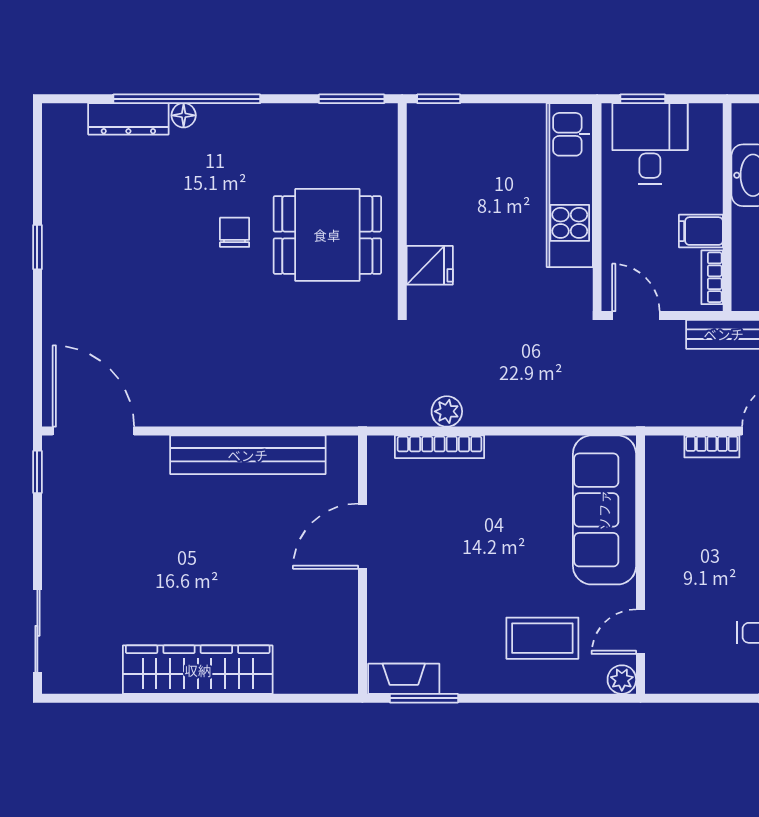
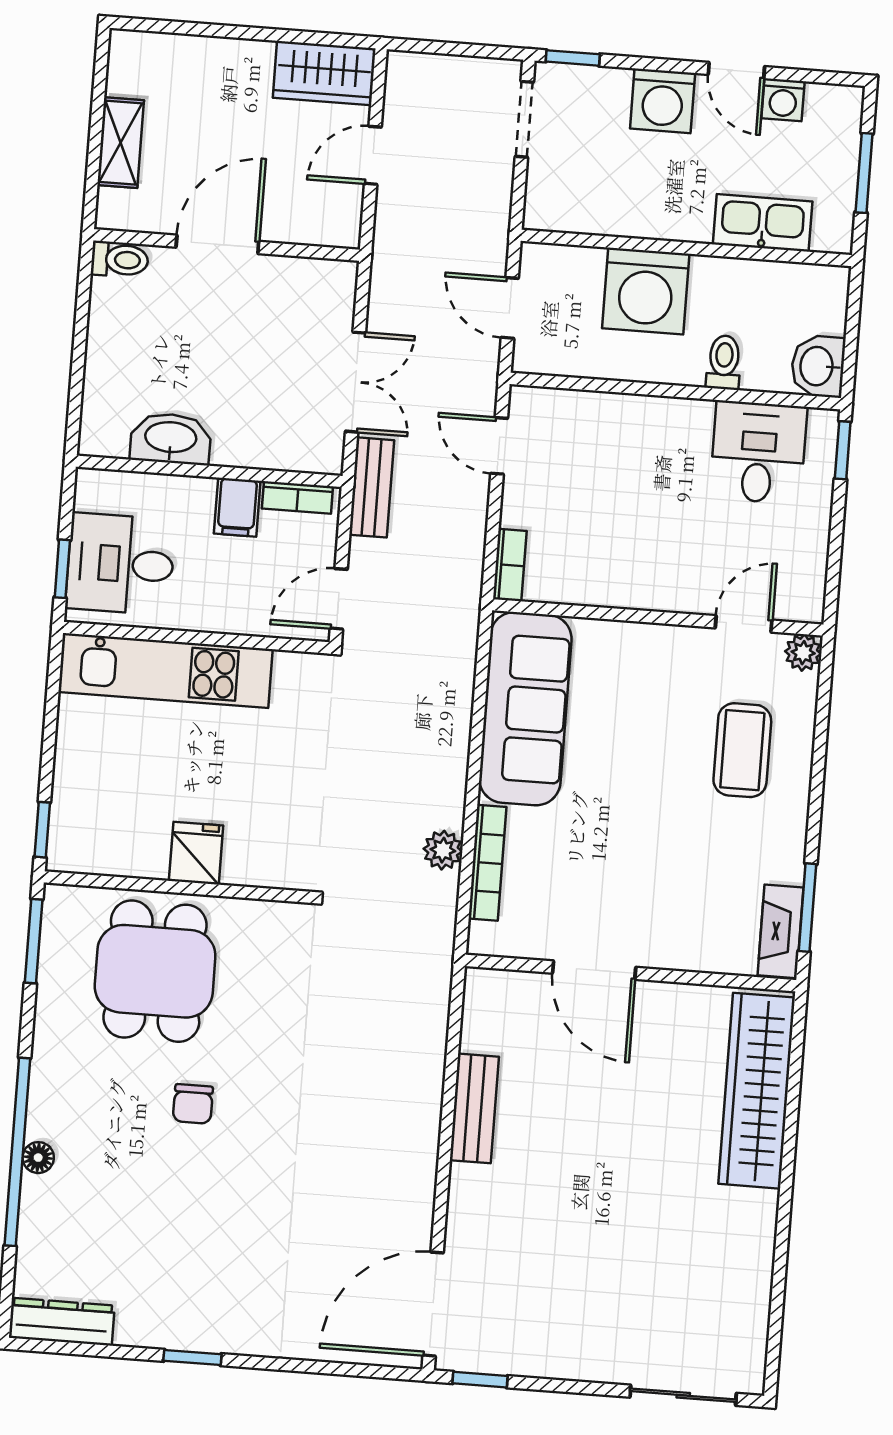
dresser: (128, 119) -> (62, 1322), moved, turned -90
chair: (235, 232) -> (193, 1104), turned -90
dining table: (327, 235) -> (155, 971), moved
fridge: (430, 265) -> (196, 853), moved
bookcase: (712, 446) -> (510, 565), moved
bench: (248, 455) -> (474, 1108), width x0.54, depth x0.82
sofa: (604, 510) -> (525, 709), moved, turned -90
door: (640, 632) -> (744, 624), swing flipped
wardrobe: (198, 670) -> (757, 1091), moved

